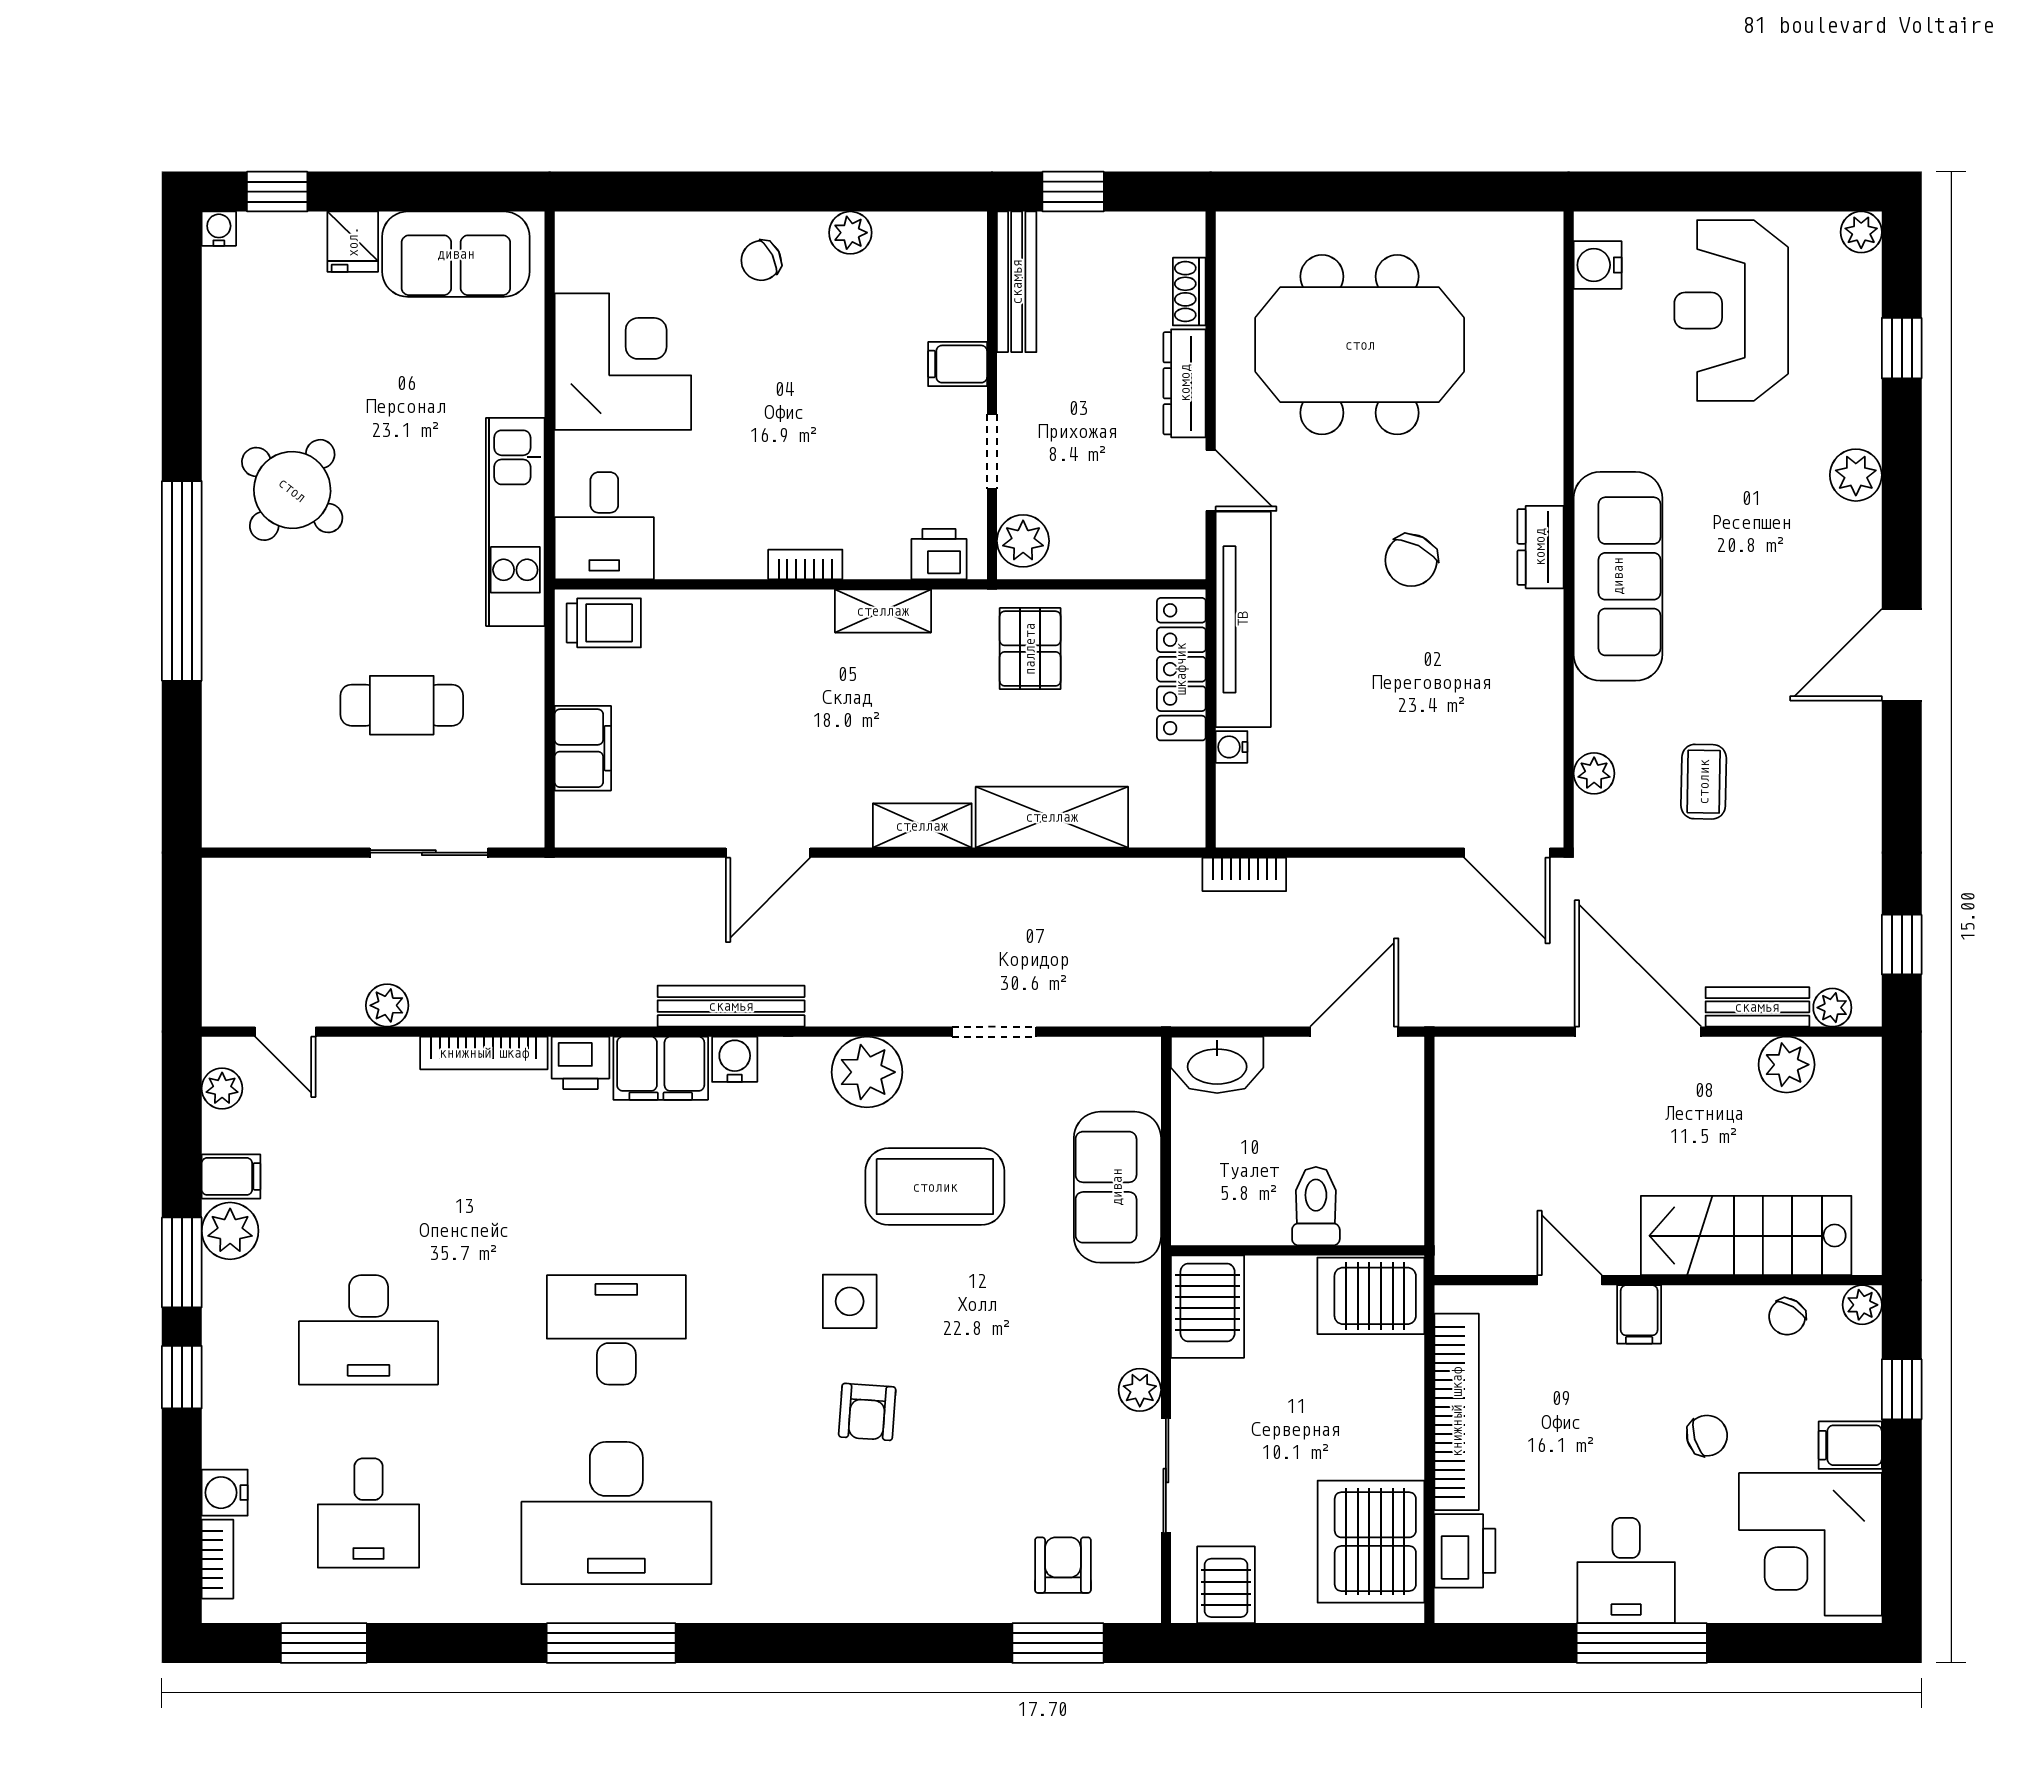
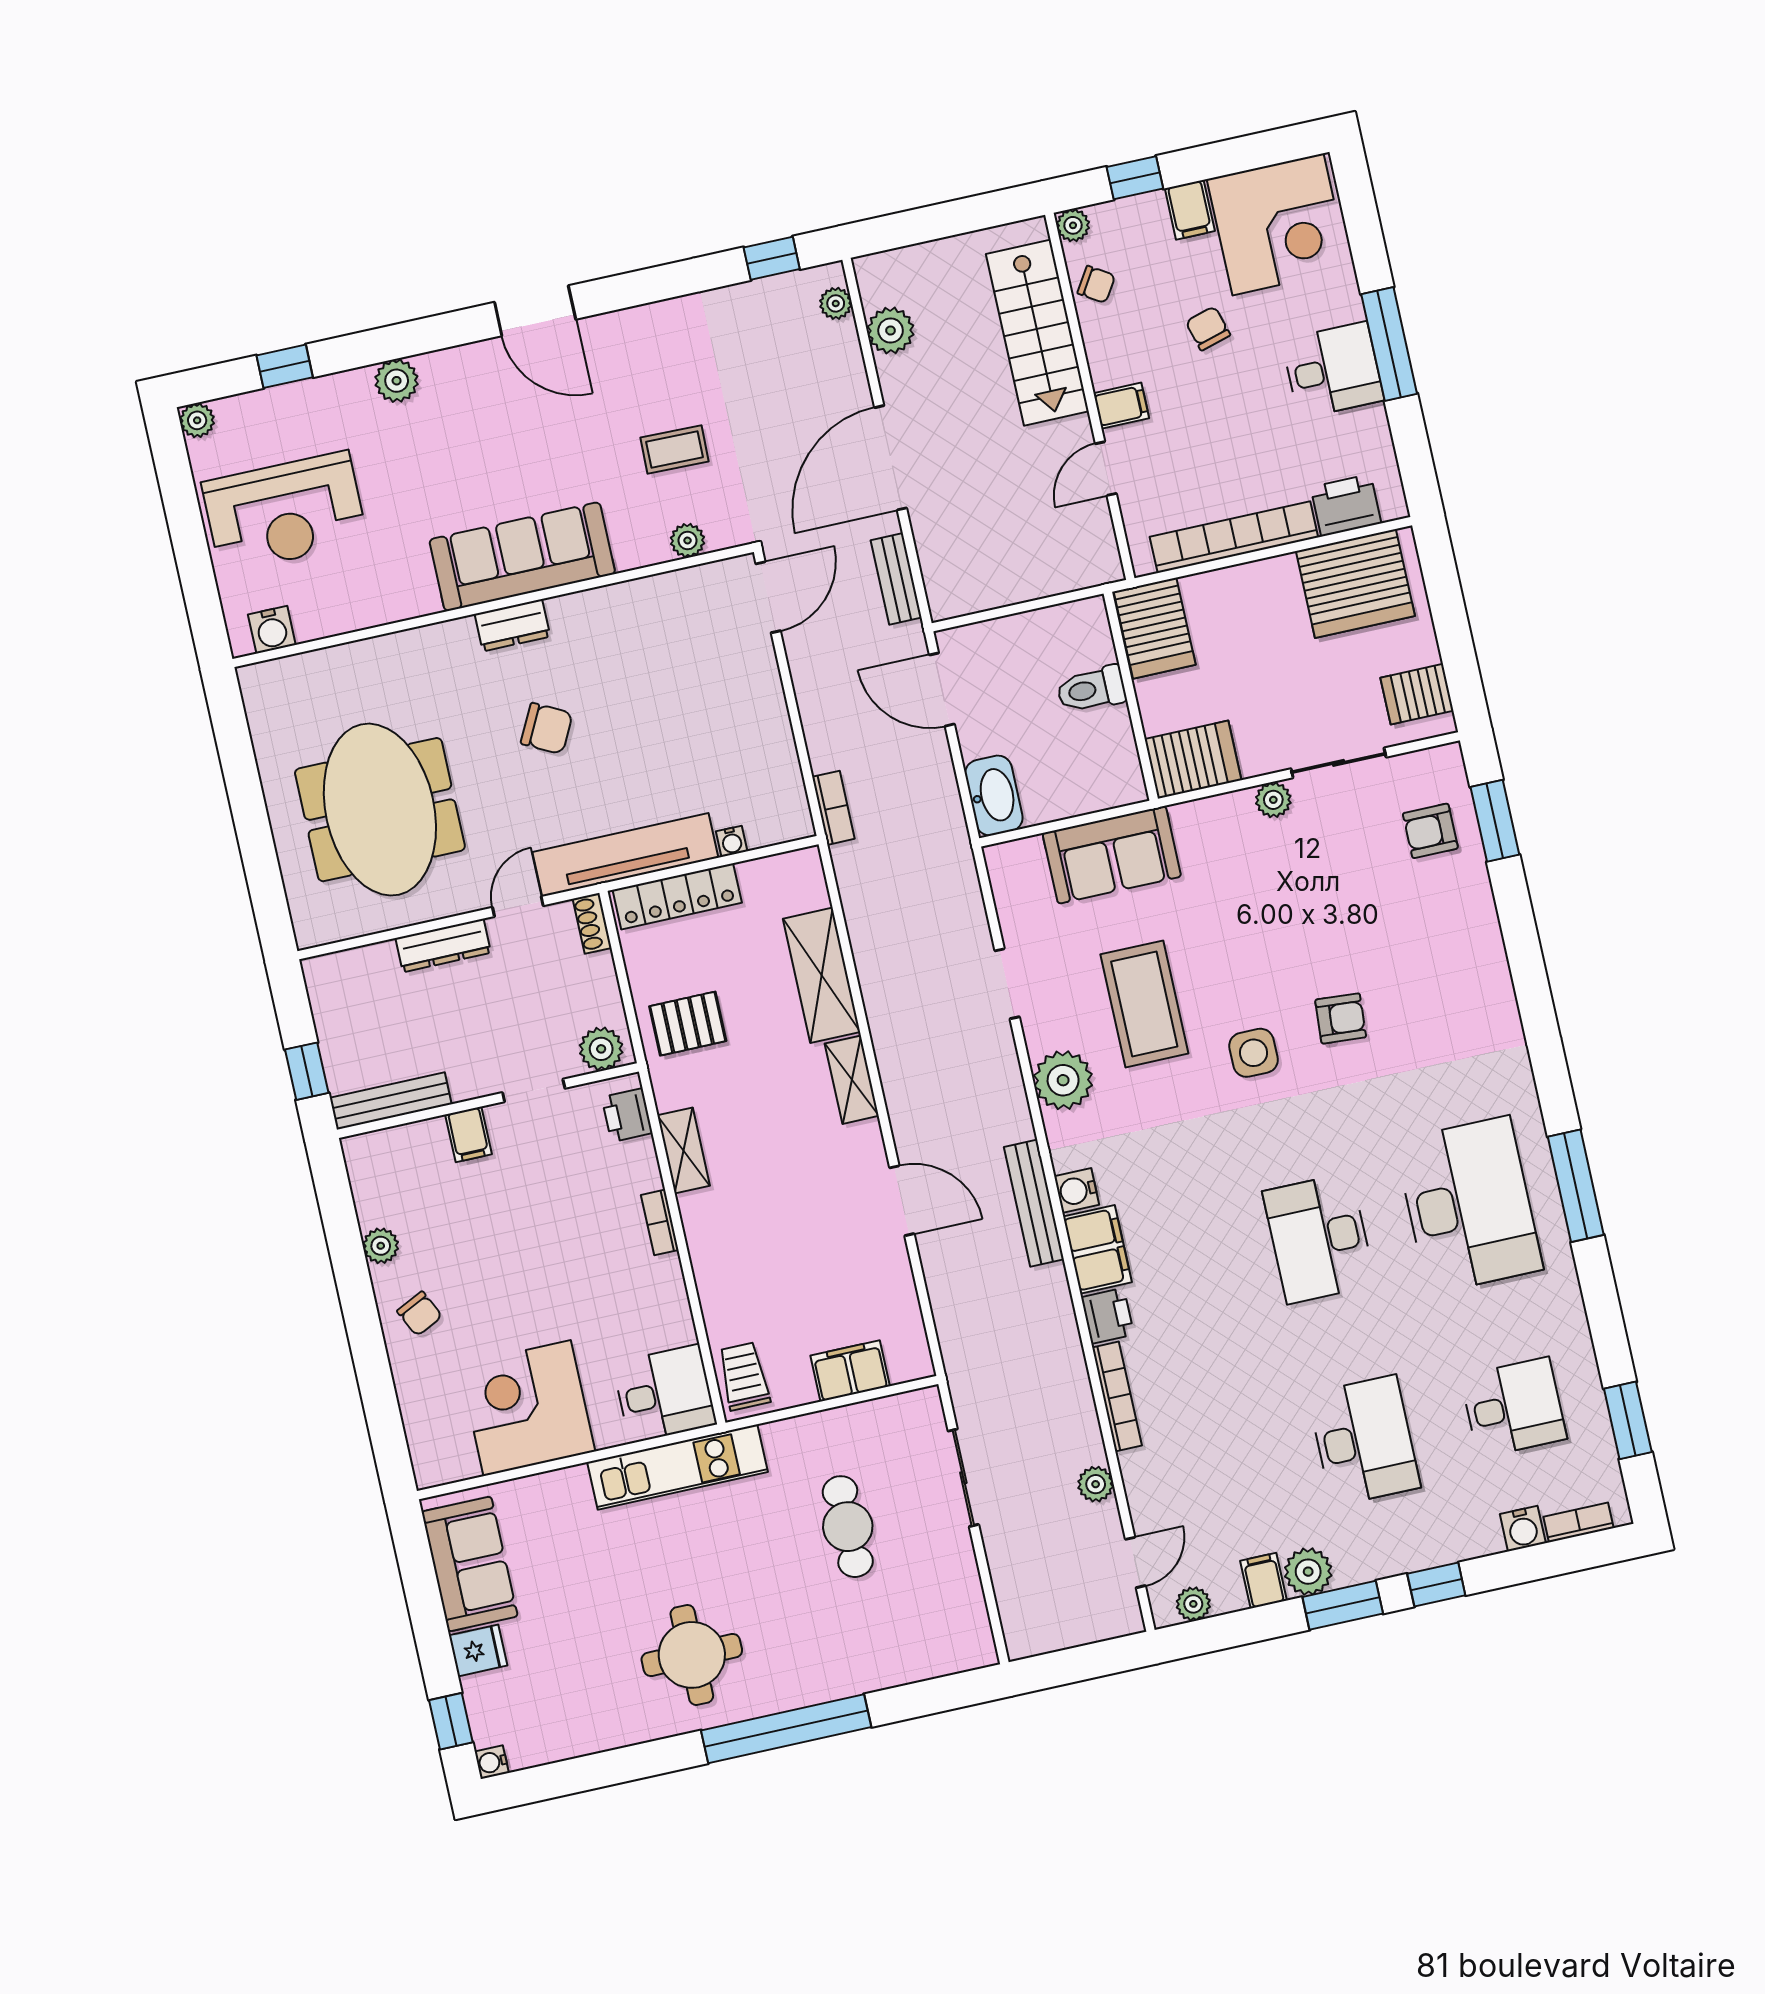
shoe rack: (1189, 292) -> (592, 923), moved, turned 90
round table: (292, 490) -> (692, 1655), turned -38
bench: (1757, 1007) -> (896, 579), moved

